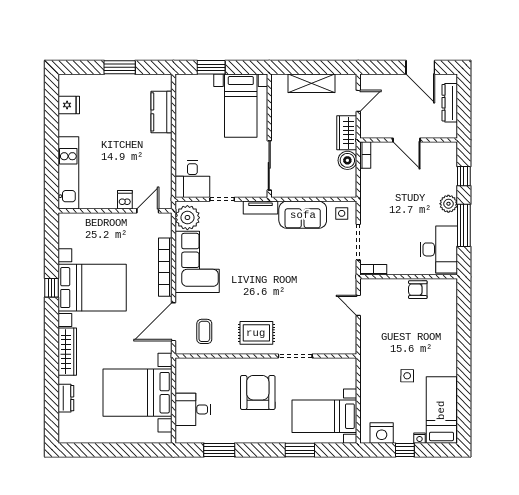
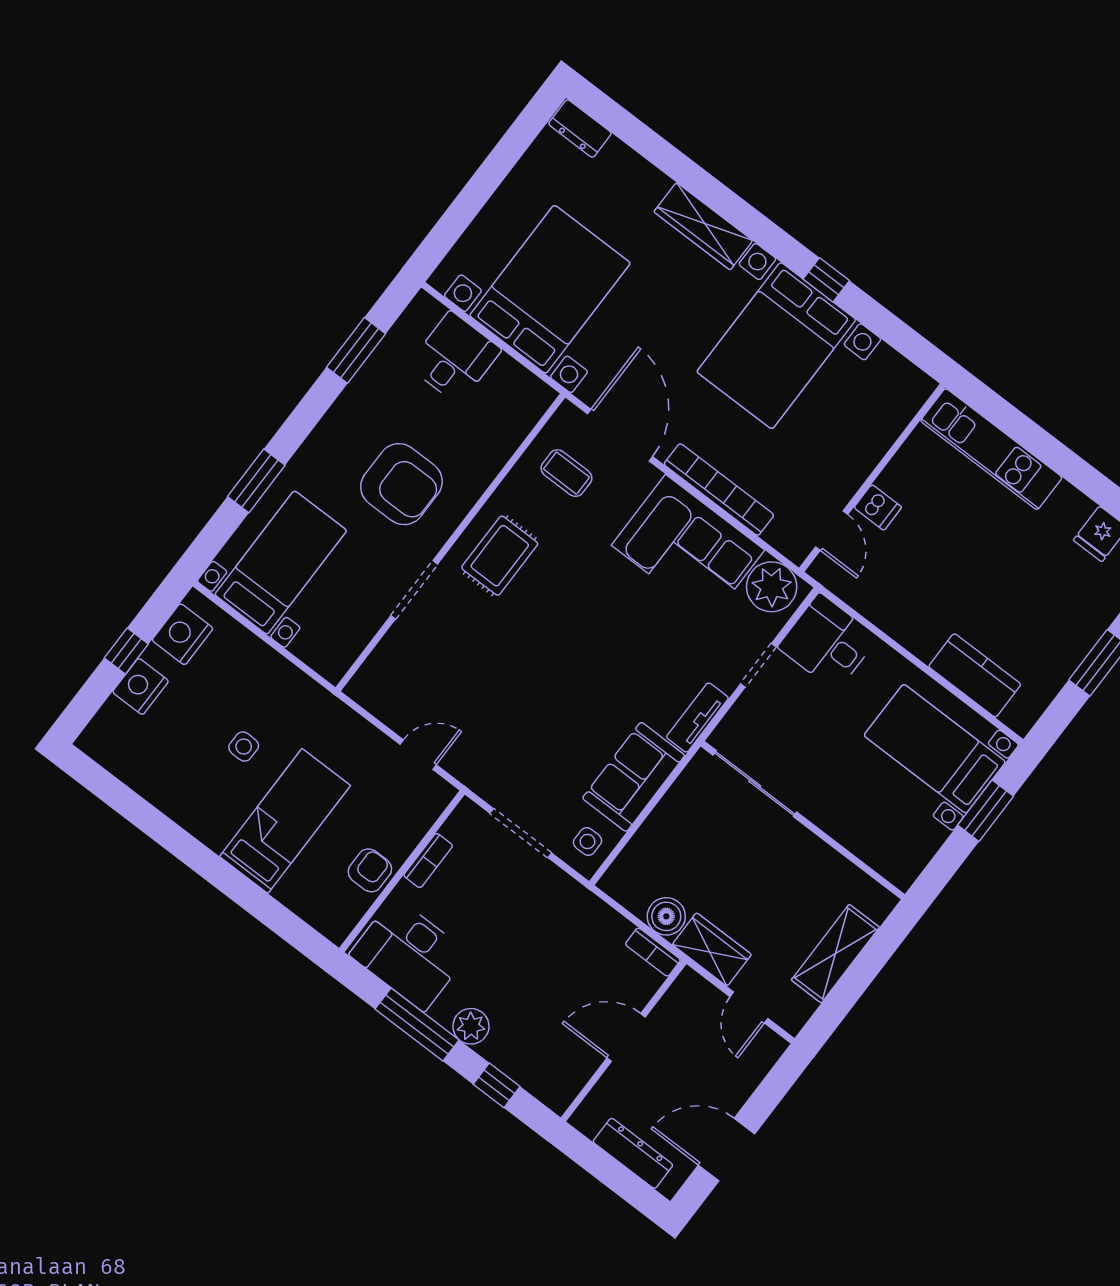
bed with nightstands: (241, 106) -> (935, 749), moved
bookcase: (373, 270) -> (428, 861), moved
dresser: (66, 398) -> (580, 128), moved
bed: (441, 410) -> (285, 821), moved, turned -90
nightstand: (420, 438) -> (141, 686), width x1.89, depth x1.79

